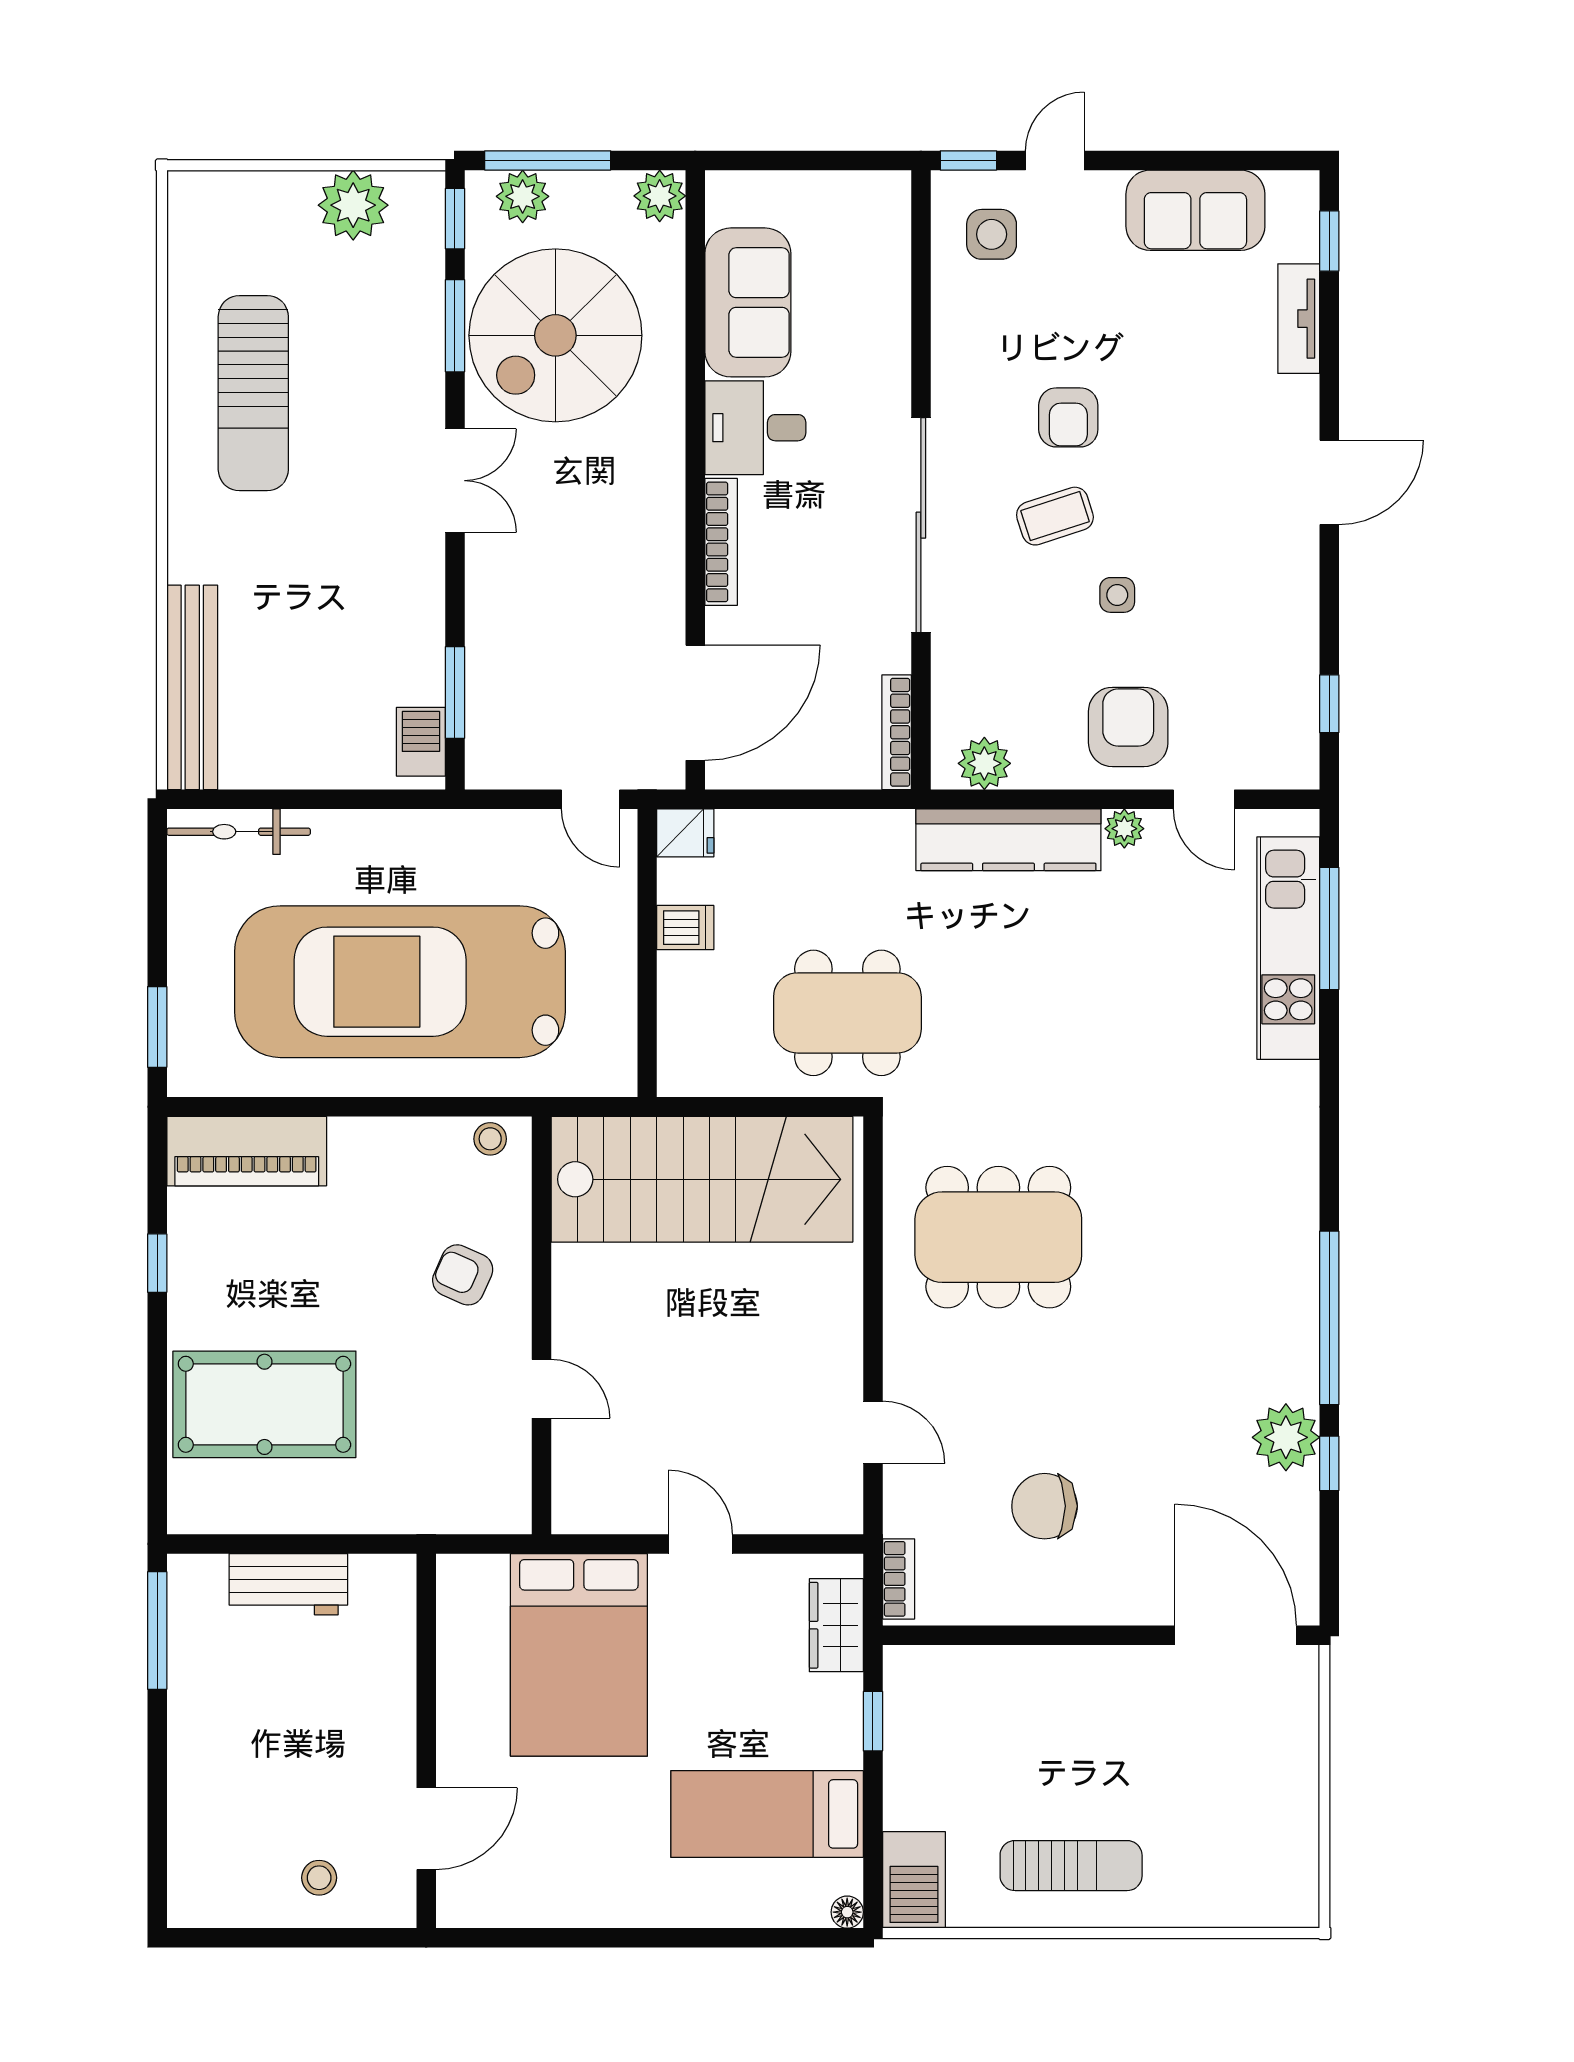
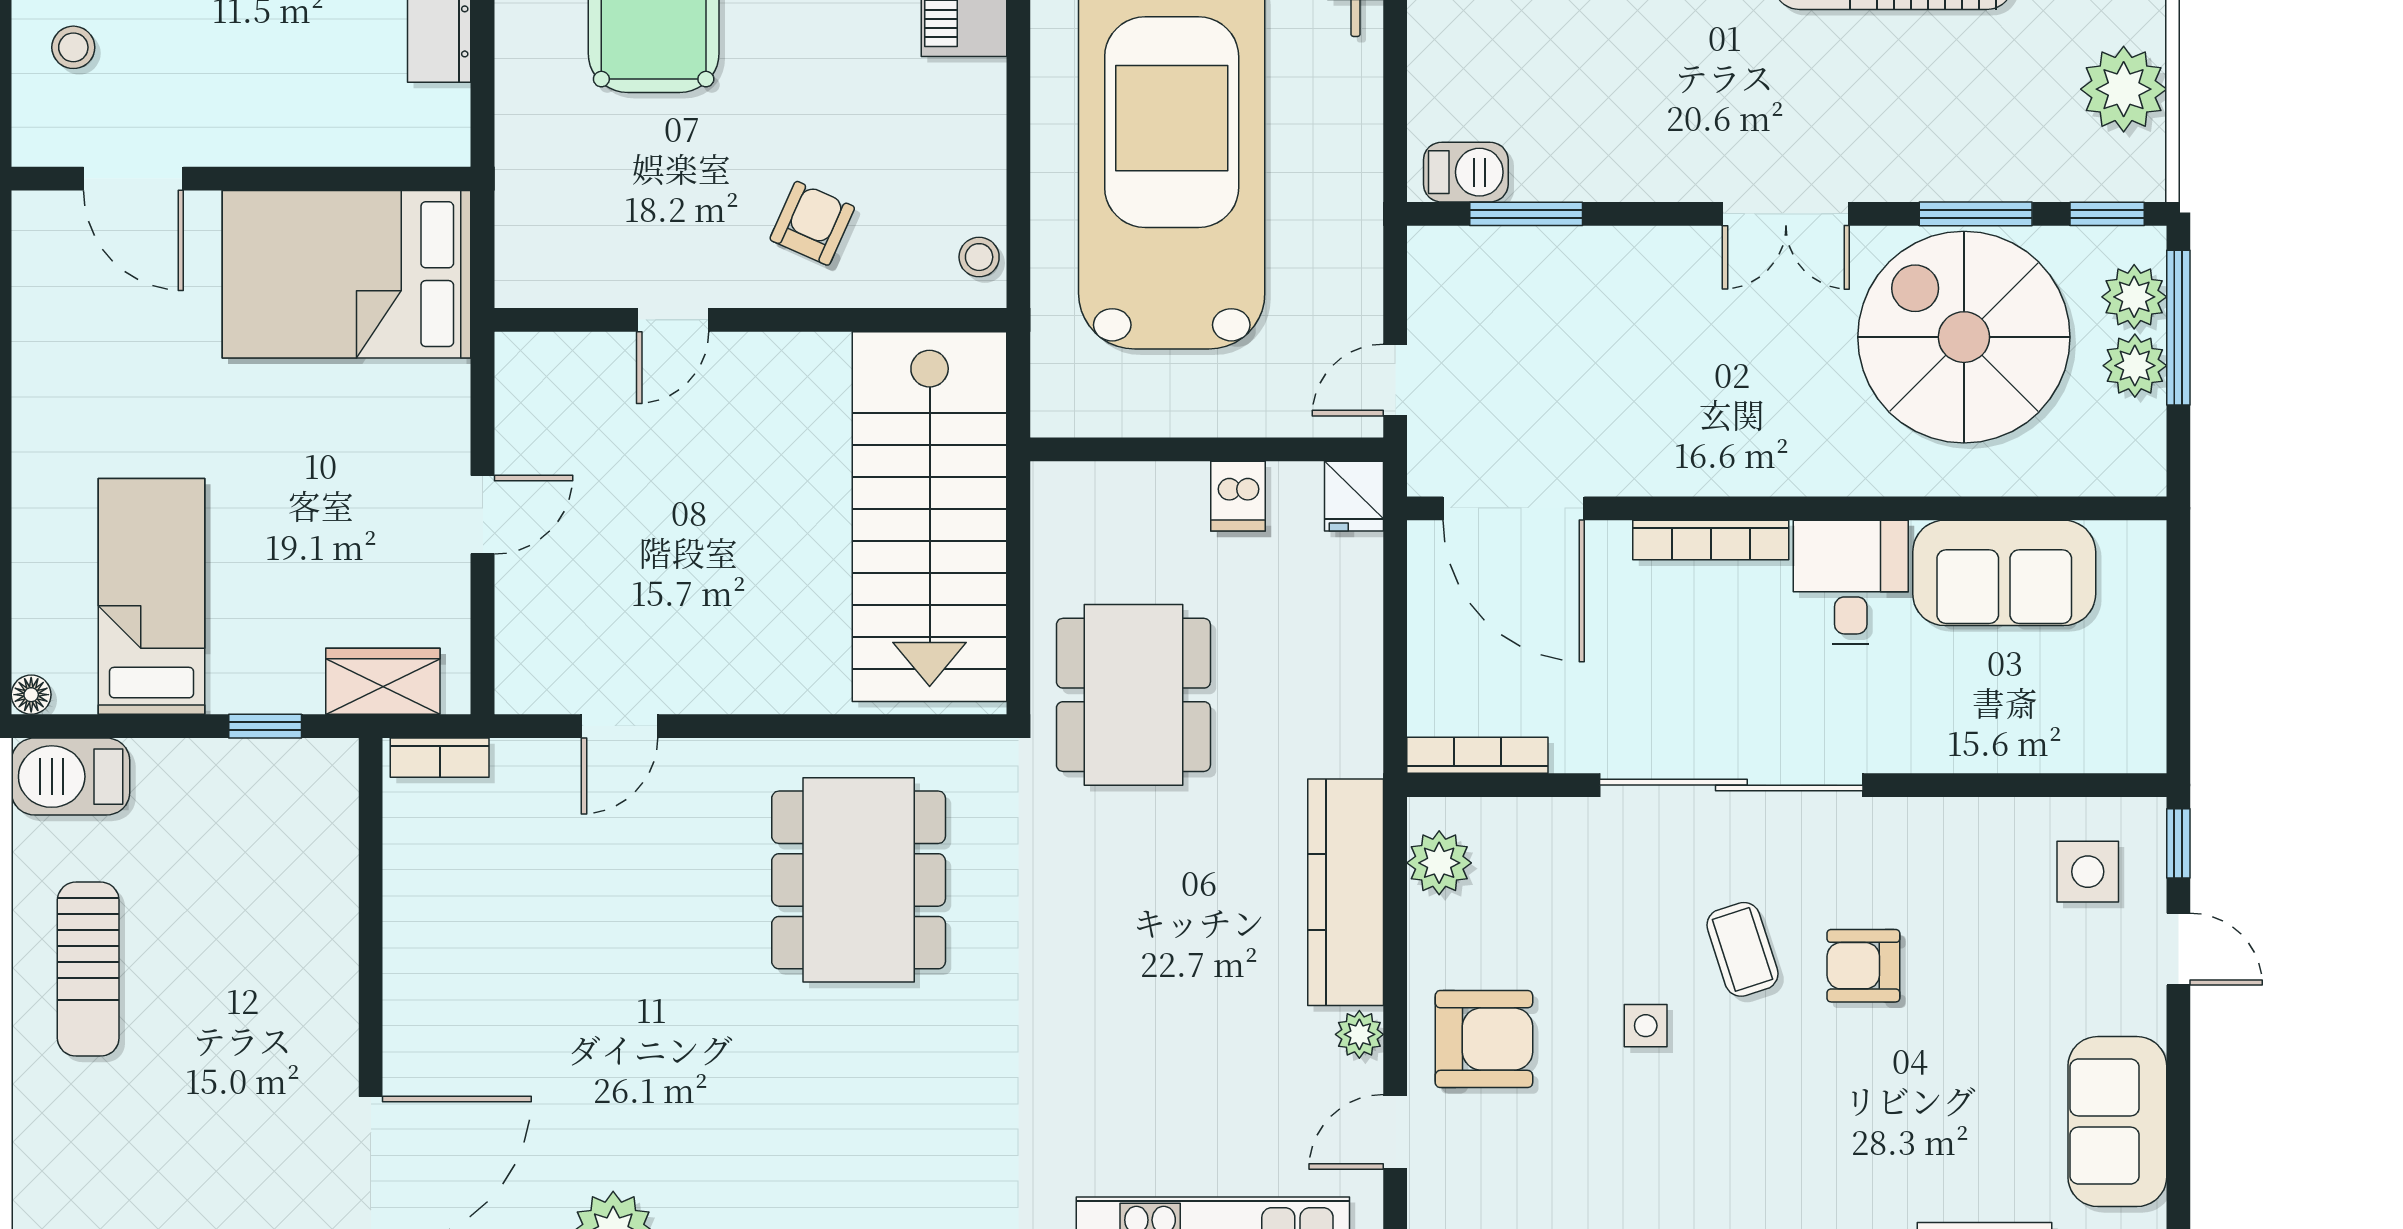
plant: (660, 196) -> (2135, 366), moved
chair: (1045, 1506) -> (529, 937), removed
bed: (579, 1655) -> (347, 274), moved

